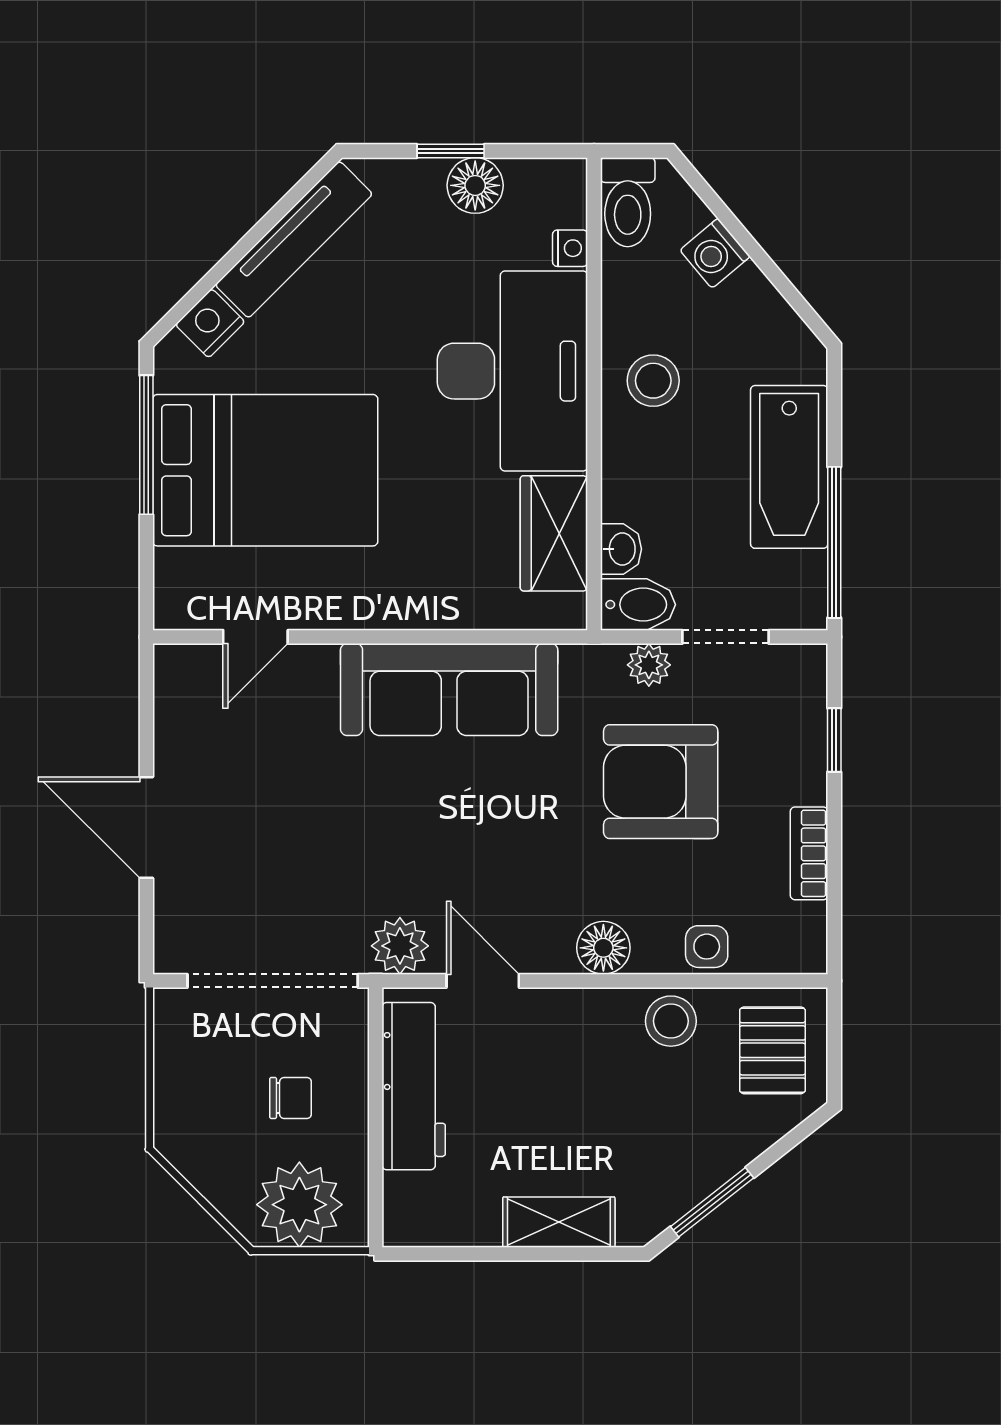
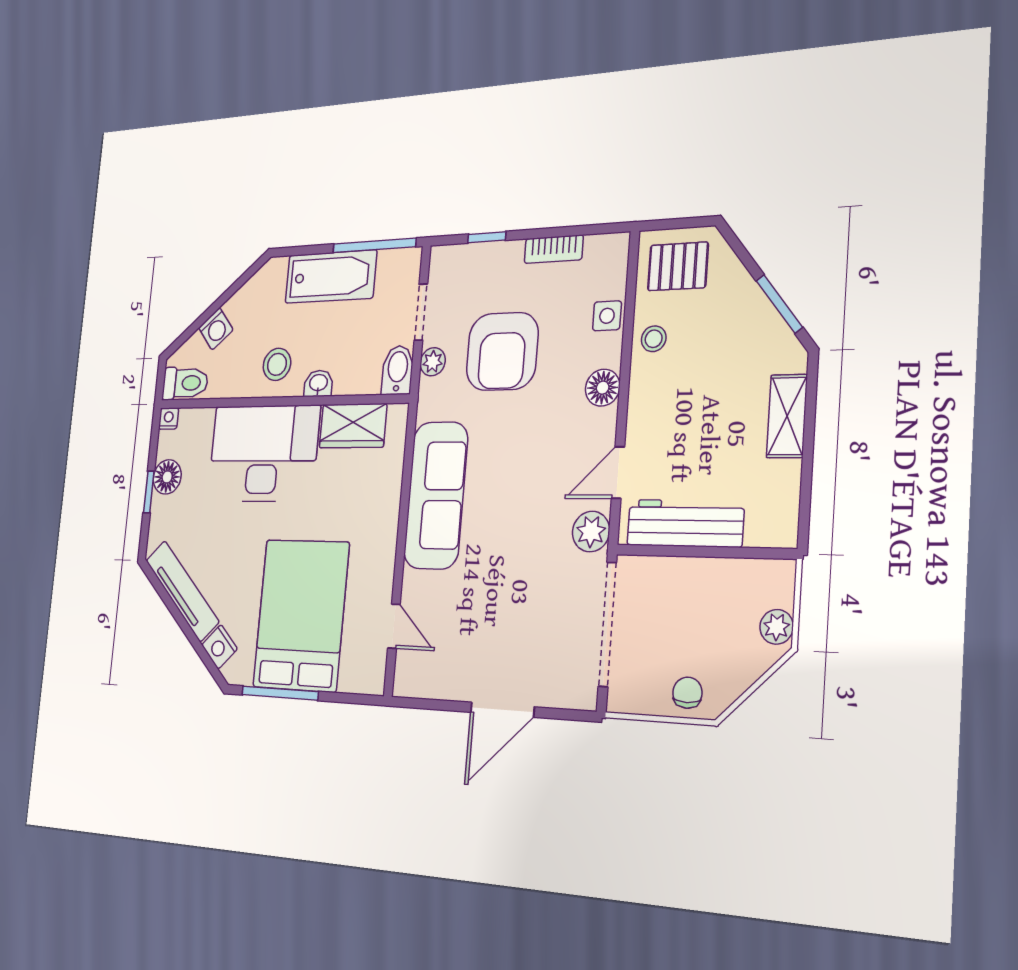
nightstand: (570, 248) -> (169, 419), moved
washbasin: (621, 549) -> (318, 383), moved
stool: (671, 1021) -> (654, 339), width x0.73, depth x0.73
chair: (290, 1098) -> (687, 693), moved
plant: (299, 1205) -> (777, 627), width x0.53, depth x0.53

